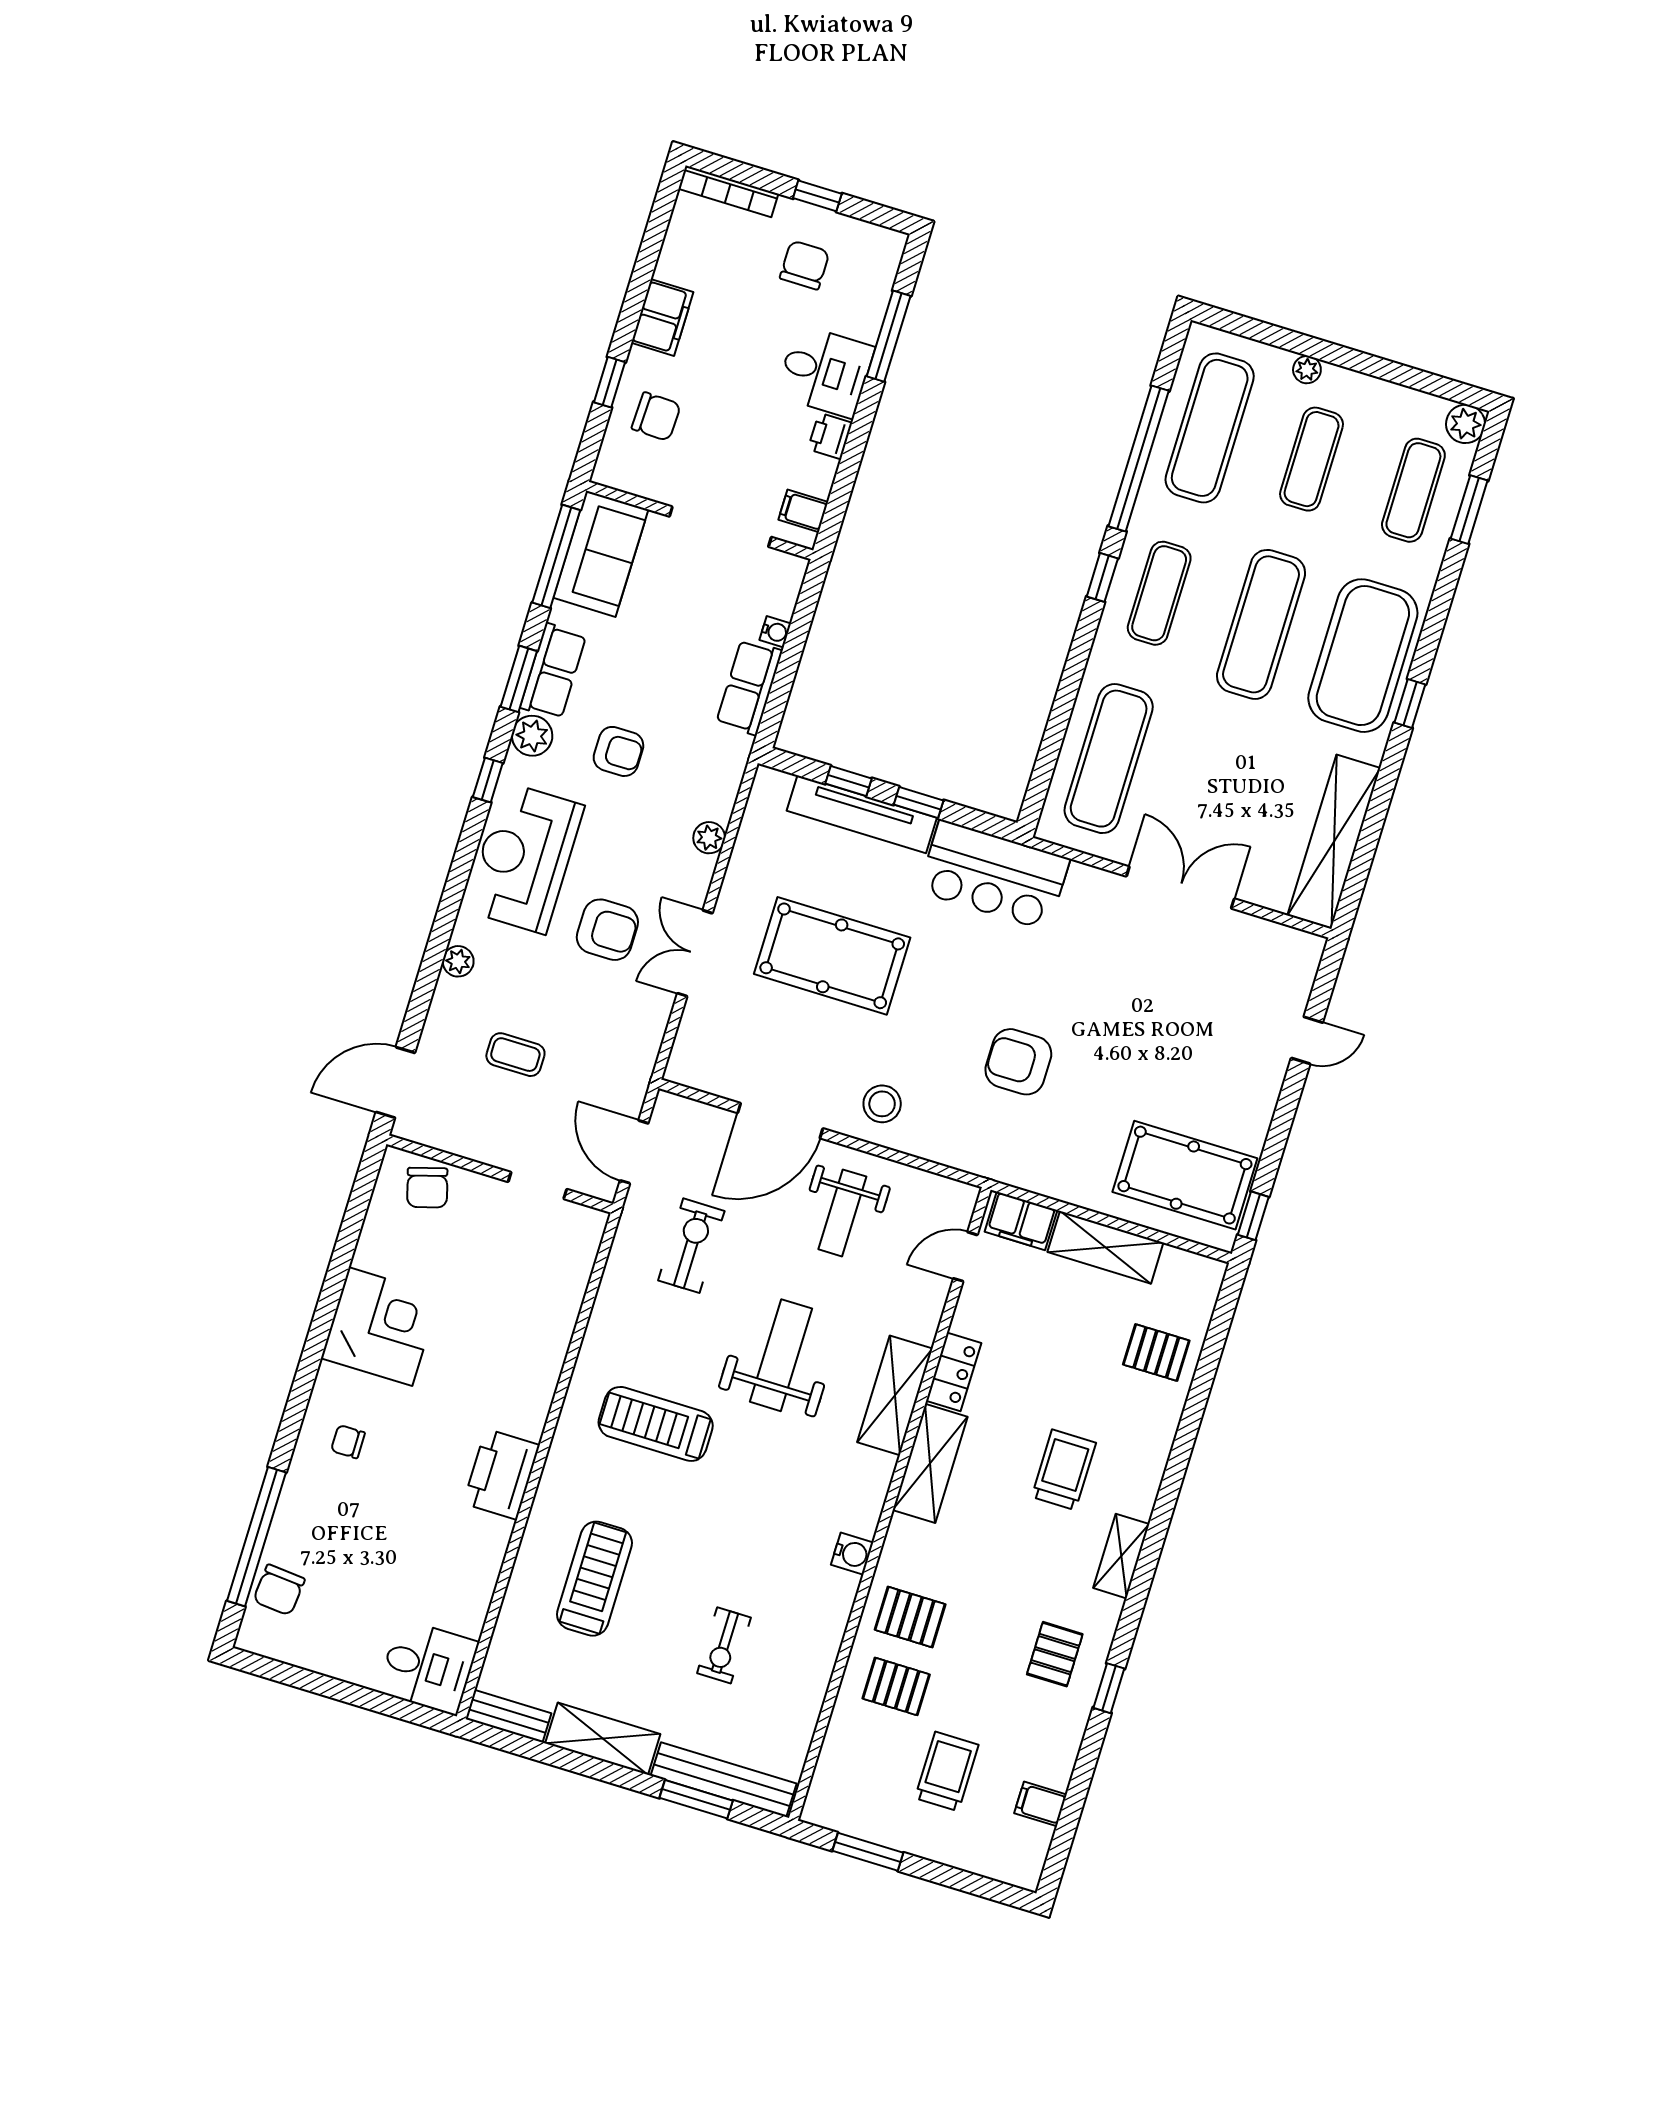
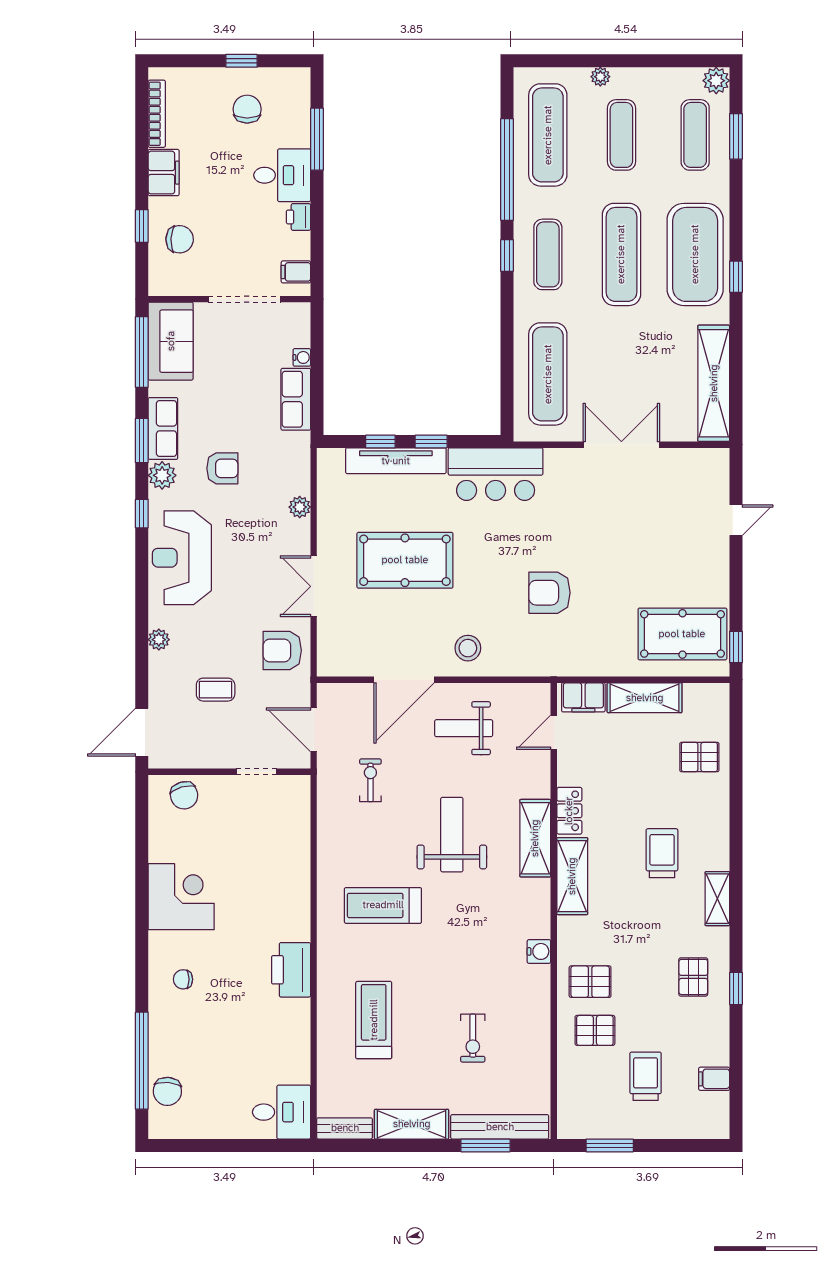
bookcase: (728, 191) -> (157, 114), moved, turned -90
armchair: (607, 930) -> (282, 650), moved, turned 180
weight bench: (842, 1213) -> (464, 728), turned 90
exercise bike: (691, 1246) -> (370, 780), width x0.73, depth x0.72

